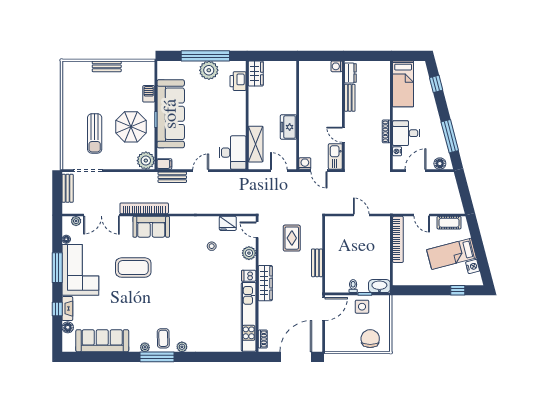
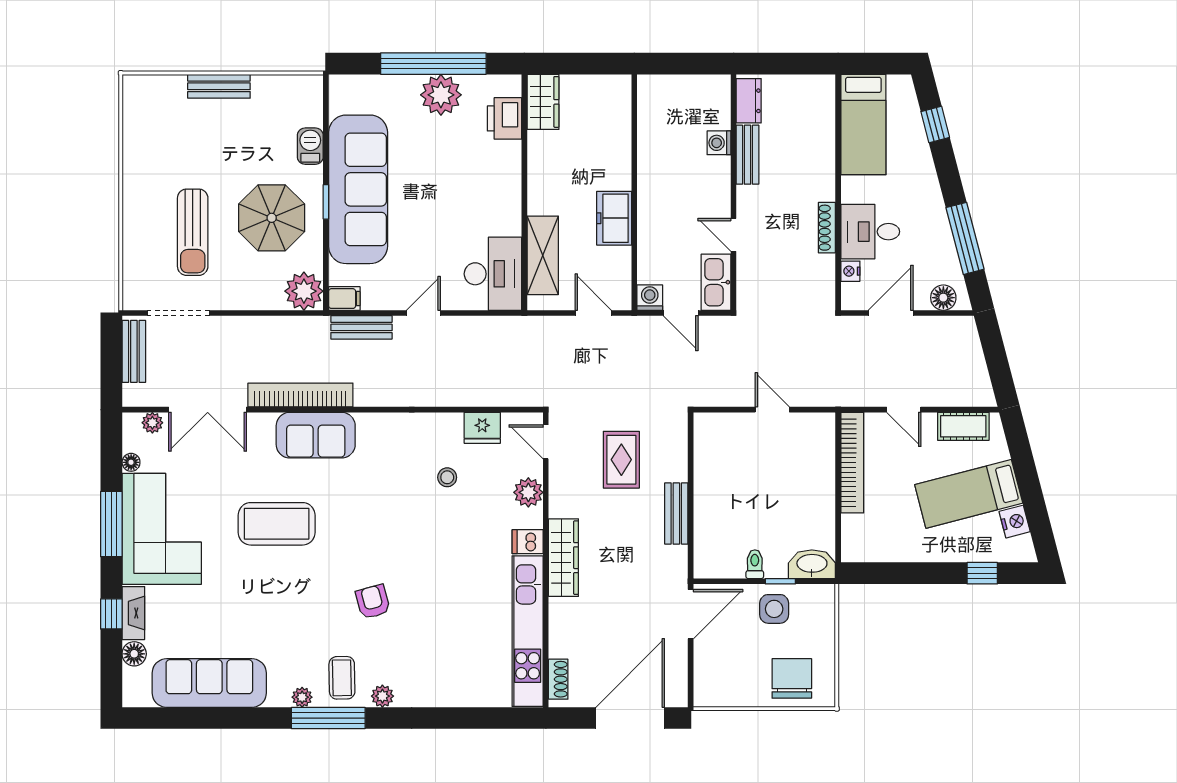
washing machine: (337, 66) -> (719, 143), moved
armchair: (177, 303) -> (373, 602), added

